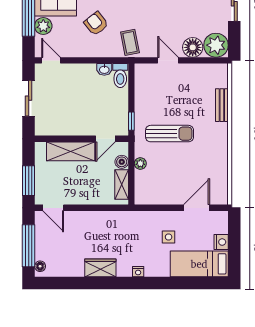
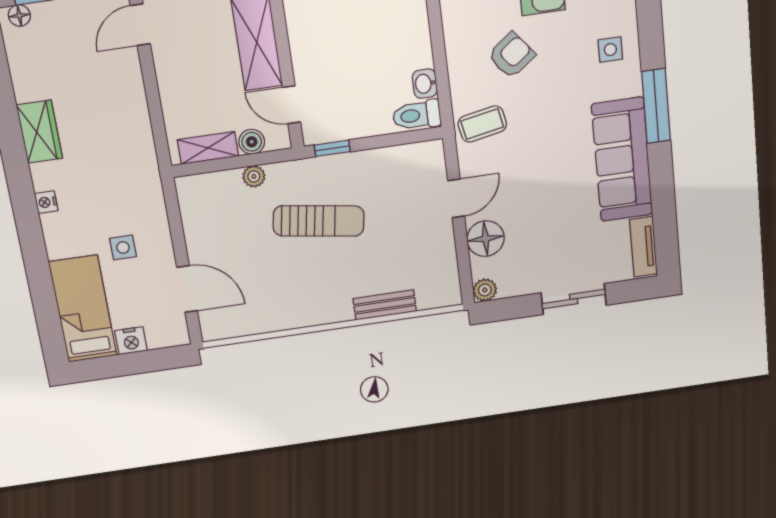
plant: (216, 45) -> (485, 290), width x0.53, depth x0.53
sun lounger: (170, 134) -> (319, 221), turned -81

